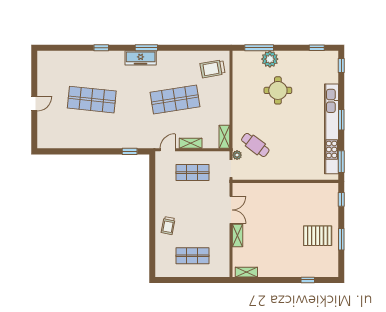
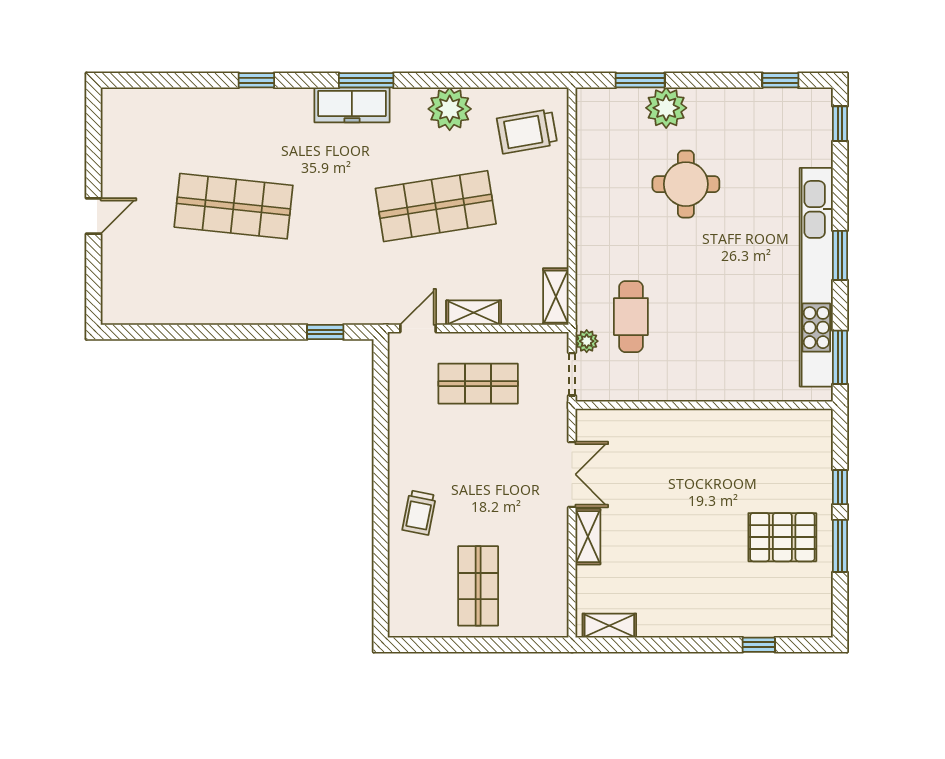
window: (259, 48) -> (640, 80), width x0.69
plant: (181, 60) -> (450, 109), added
cafe table: (255, 145) -> (631, 317), turned 53
window: (341, 199) -> (840, 487), moved
shop shelf: (192, 256) -> (478, 586), turned 90

